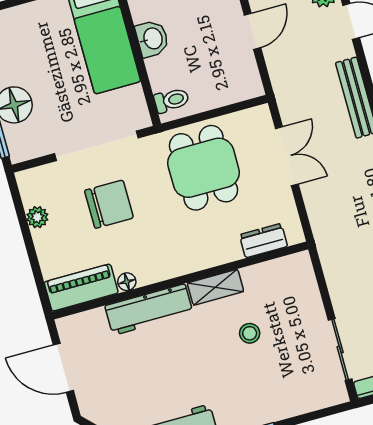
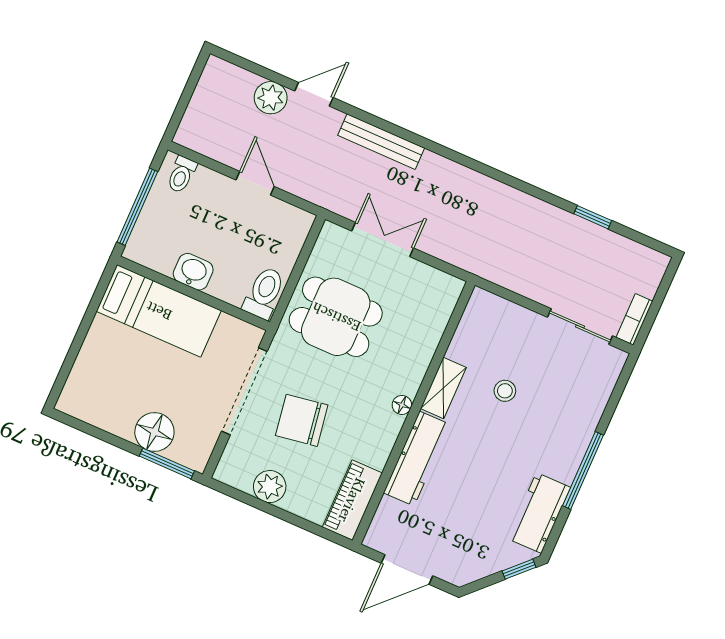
toilet: (172, 100) -> (264, 293), width x1.37, depth x1.39
chair: (109, 204) -> (302, 420), turned -99
plant: (37, 217) -> (270, 487), width x1.38, depth x1.38
dresser: (263, 241) -> (437, 316), removed
floor lamp: (127, 282) -> (402, 405), moved

